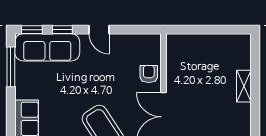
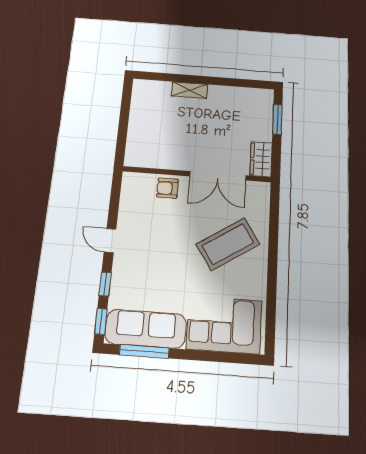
door: (99, 30) -> (110, 241), swing flipped
sofa: (47, 47) -> (146, 329), moved, turned -90

